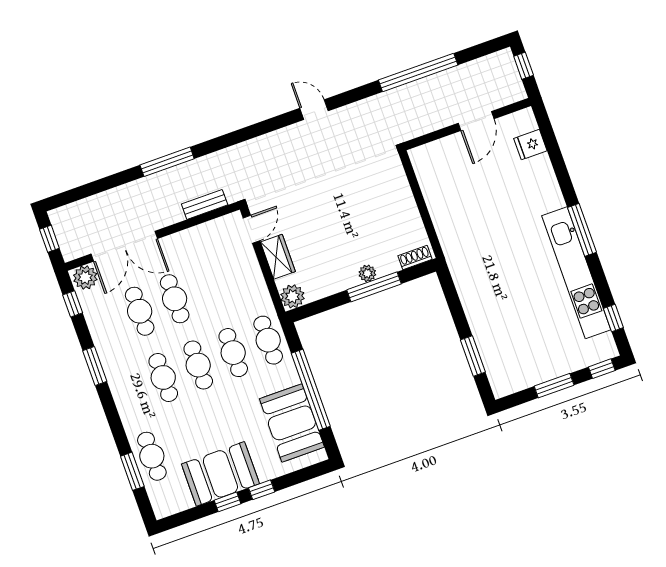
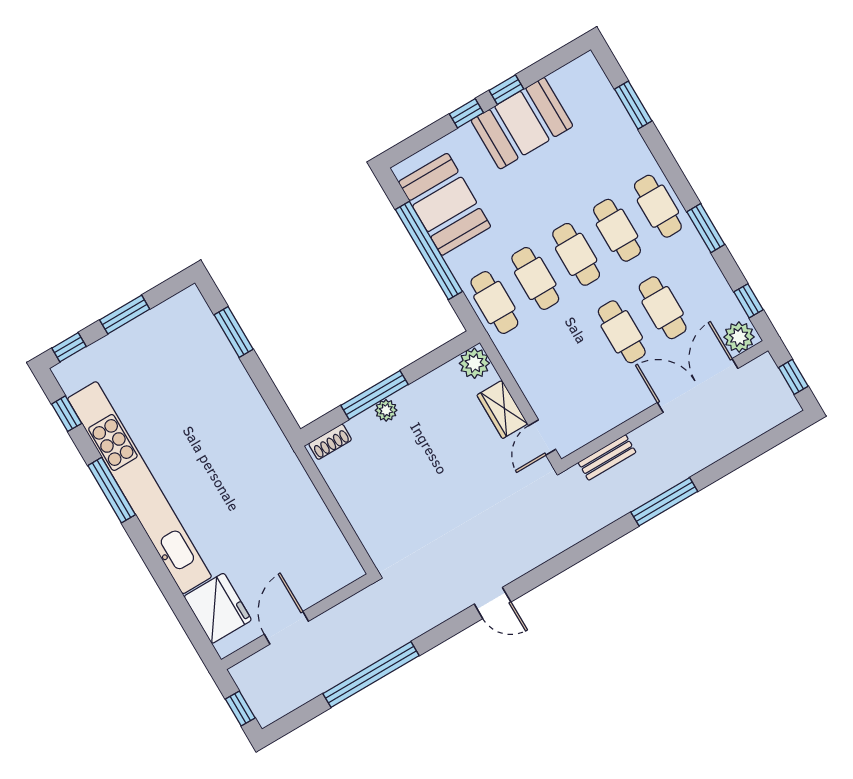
fridge: (530, 145) -> (218, 608), width x1.88, depth x1.34
window: (582, 230) -> (112, 490), moved
kitchen unit: (576, 273) -> (139, 488), width x1.36
cafe table: (152, 456) -> (658, 206), moved

